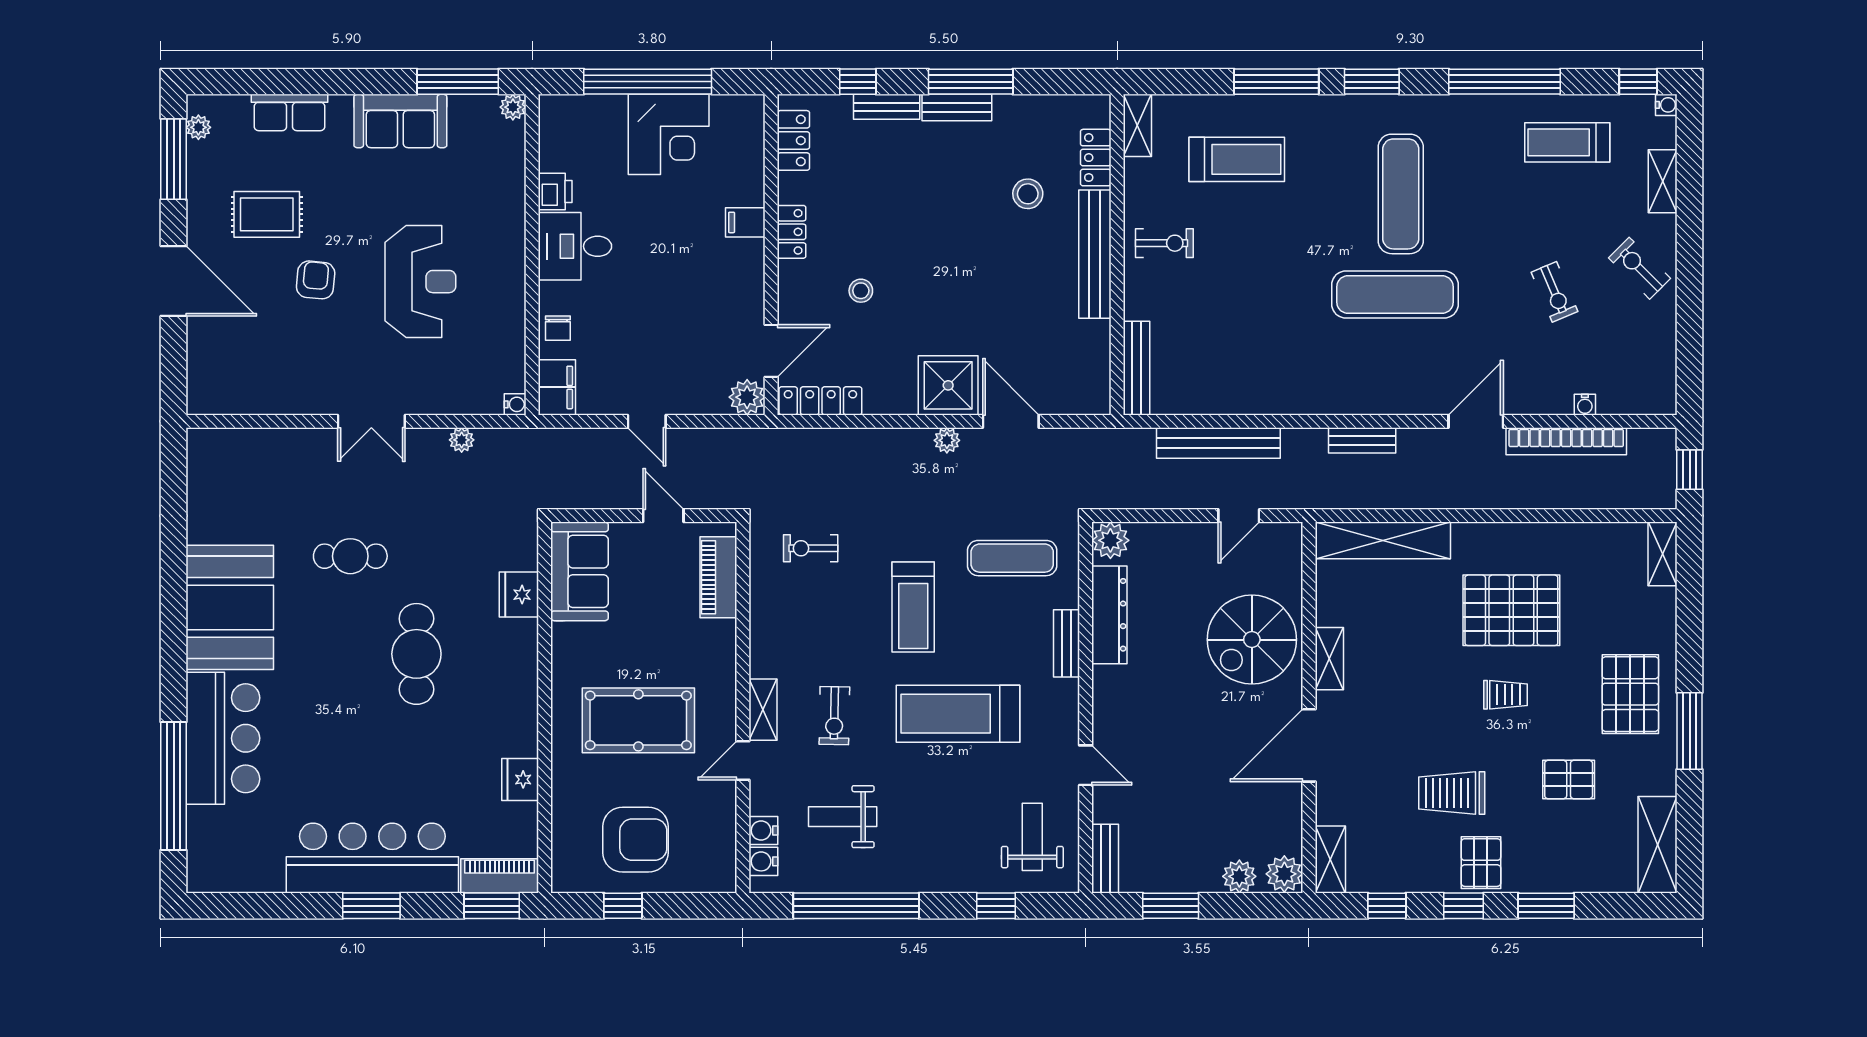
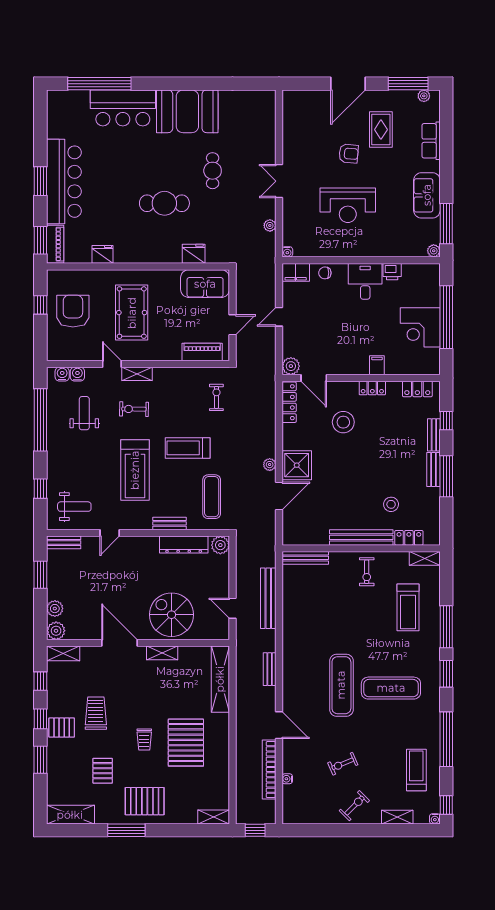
stool: (861, 291) -> (343, 422), width x1.89, depth x1.89
treadmill: (958, 714) -> (135, 470), turned 180
armchair: (635, 840) -> (73, 311), turned 180

